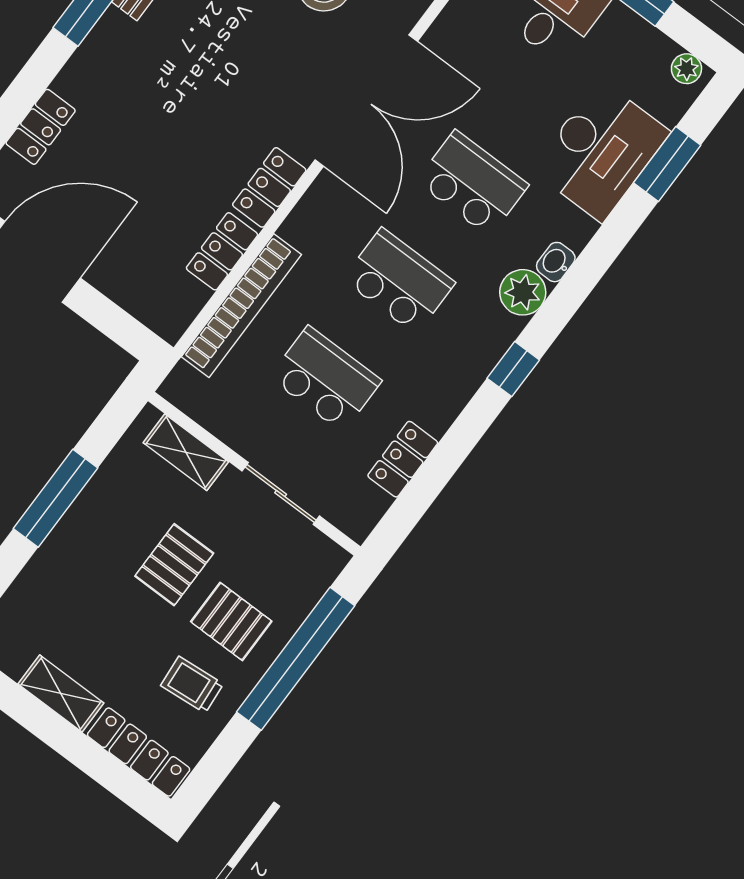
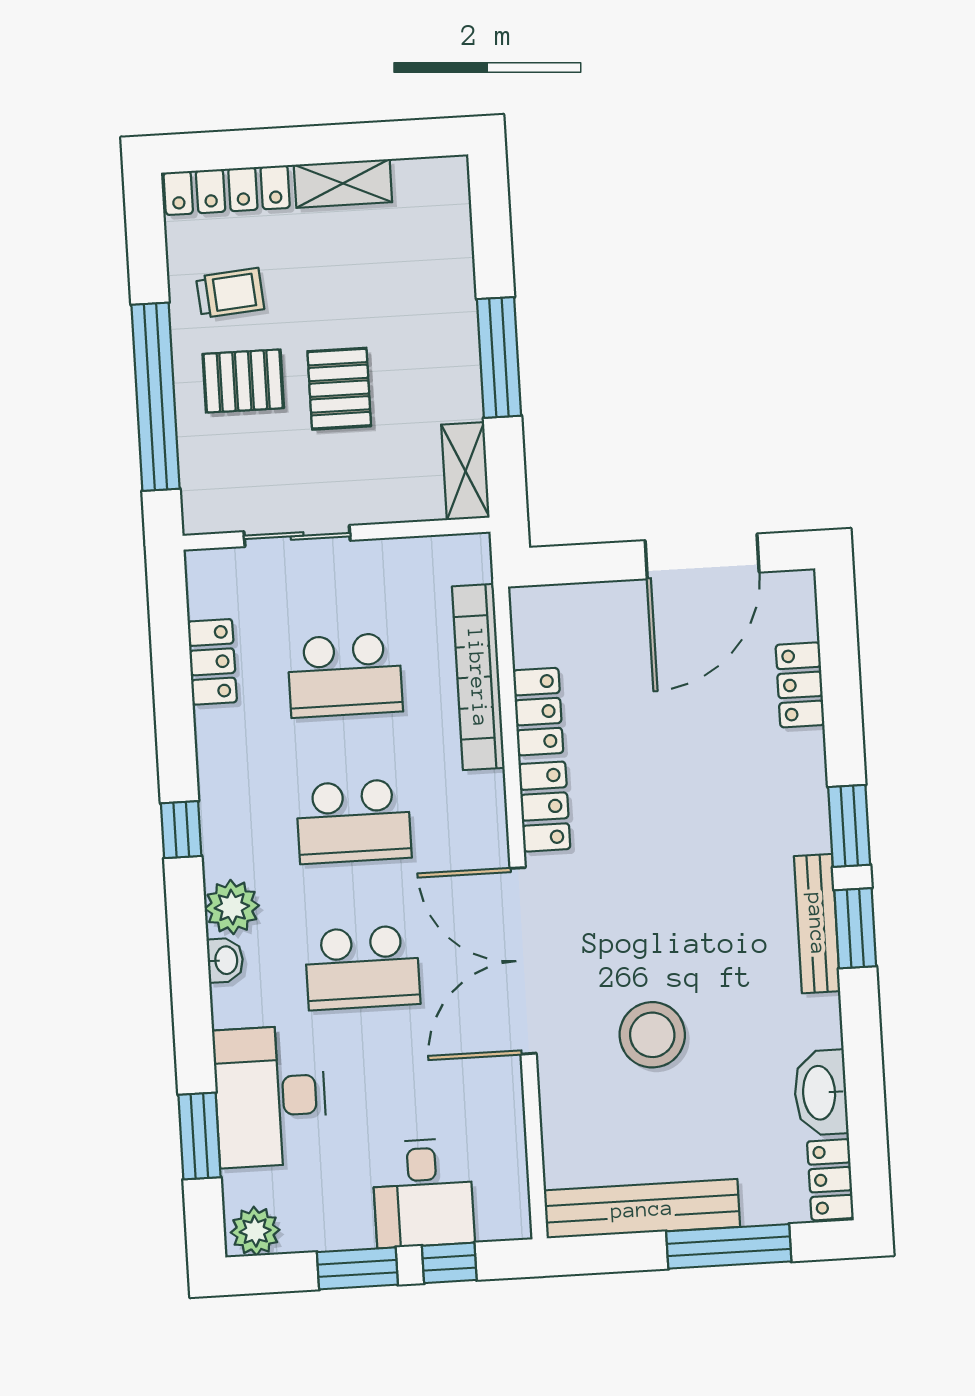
plant: (686, 69) -> (255, 1231), width x1.38, depth x1.38
shelving: (186, 452) -> (465, 471), moved, turned 90

